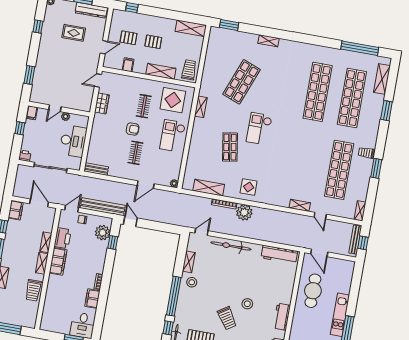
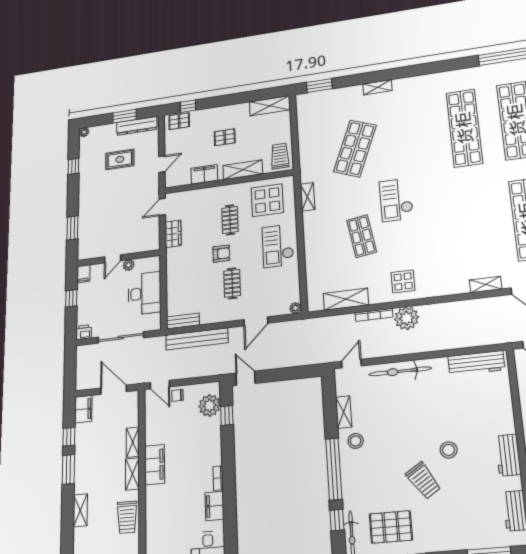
pallet: (128, 38) -> (179, 121), moved
filing cabinet: (128, 65) -> (204, 174), width x2.00
bench: (103, 207) -> (197, 339), moved
door: (72, 209) -> (160, 385), swing flipped
printer: (63, 238) -> (155, 429), removed

